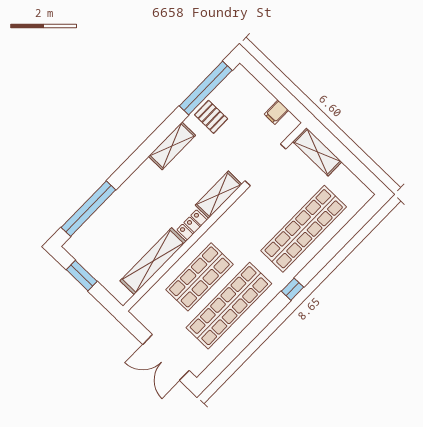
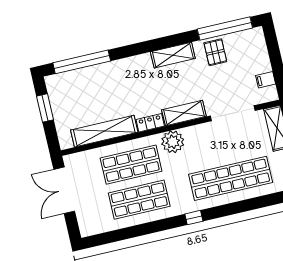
plant: (225, 229) -> (173, 142), added
shop shelf: (229, 306) -> (139, 200), width x0.71
double door: (166, 357) -> (64, 190), moved

